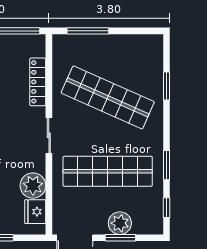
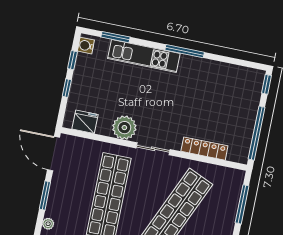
plant: (33, 186) -> (124, 128), moved
plant: (120, 223) -> (48, 224), moved, width x0.53, depth x0.53

